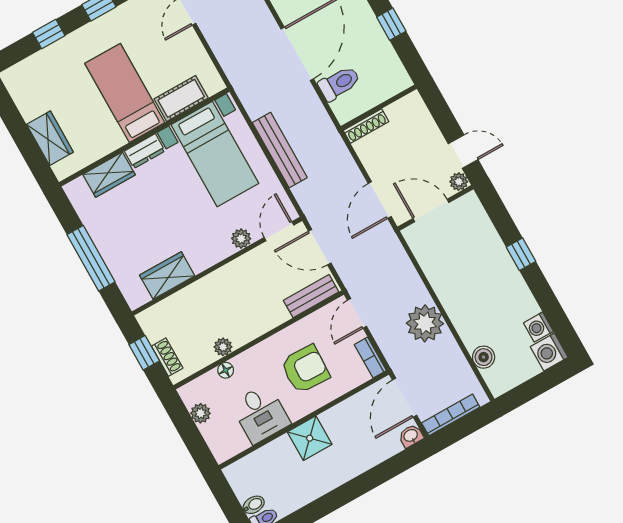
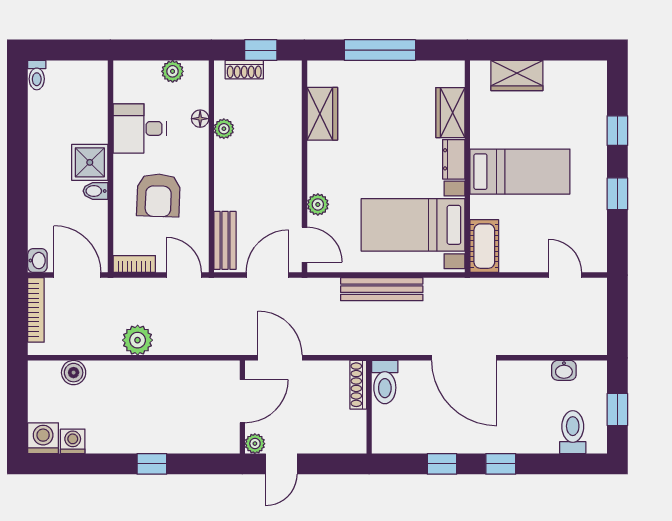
toilet: (339, 83) -> (385, 382), moved
cot: (181, 98) -> (484, 246), moved
plant: (425, 323) -> (138, 340), width x0.73, depth x0.73
bidet: (254, 505) -> (96, 191), moved, turned 90

